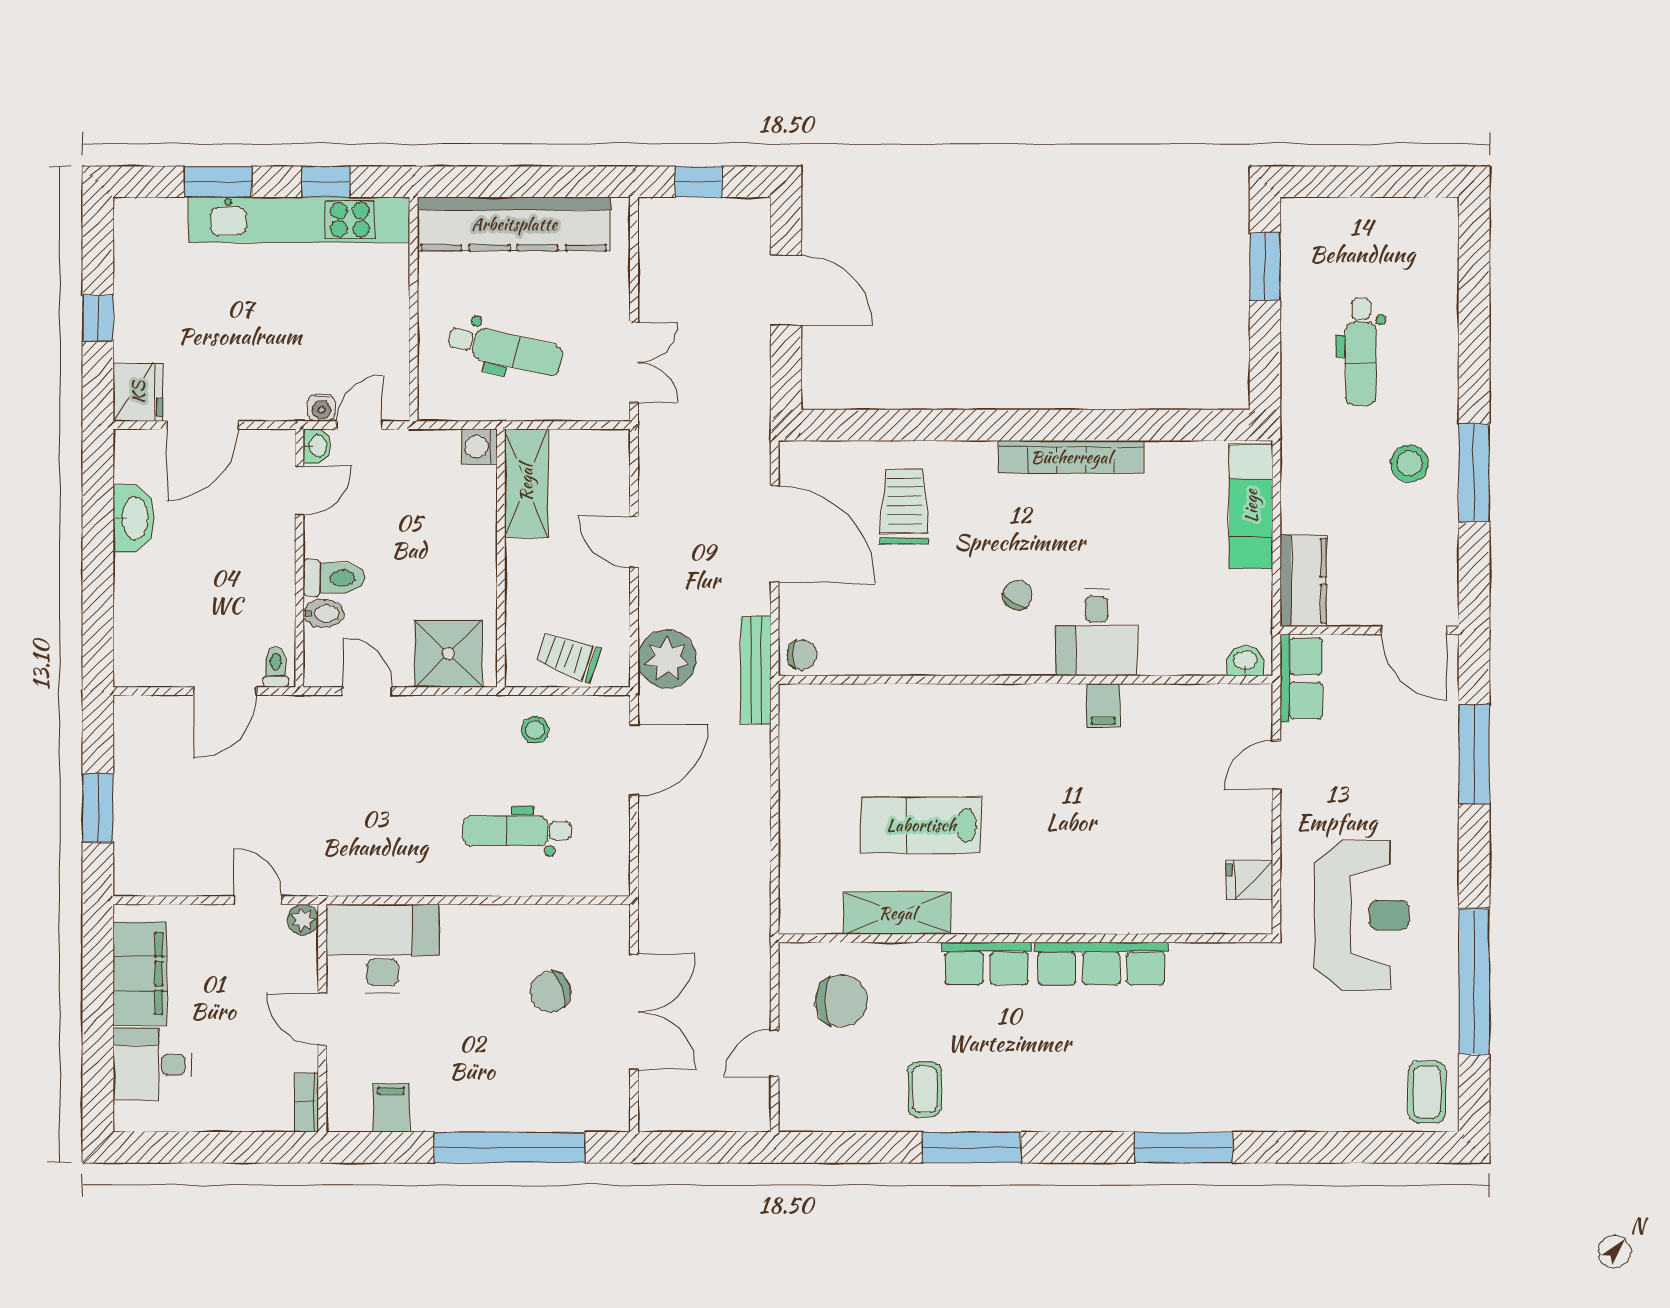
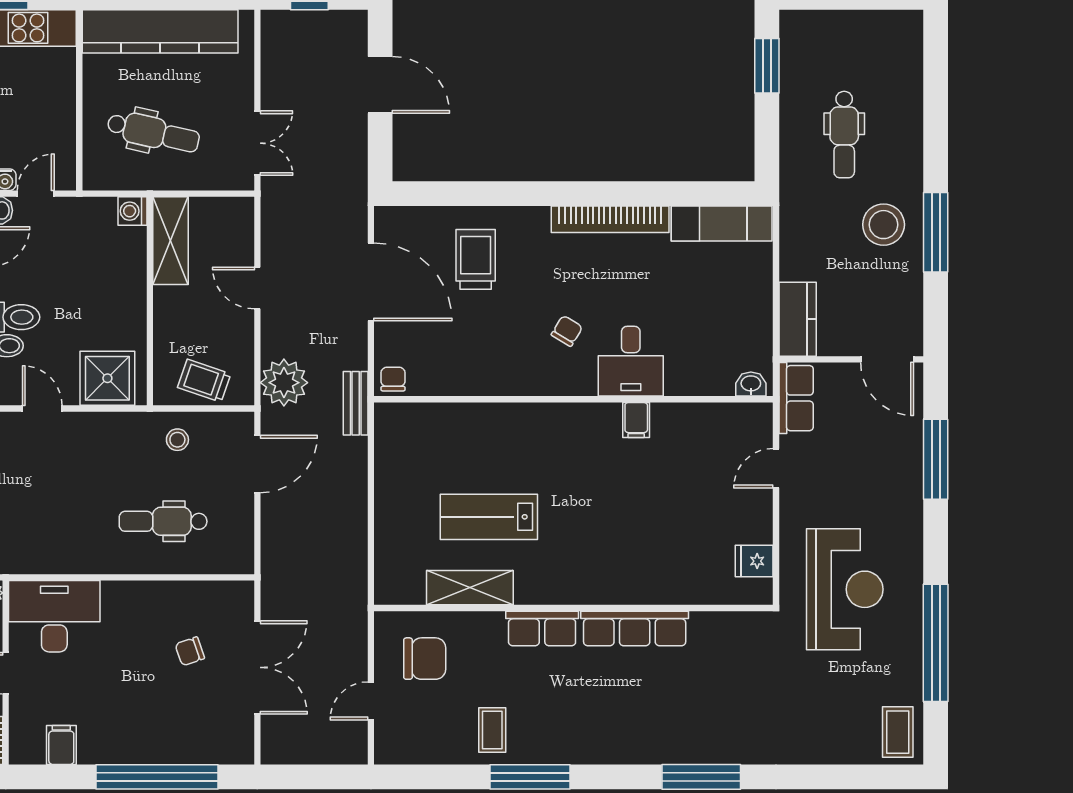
stool: (1410, 463) -> (884, 225), width x1.38, depth x1.38
exam couch: (1251, 506) -> (722, 224), moved, turned -90
chair: (802, 655) -> (393, 379), turned -90
bench: (756, 670) -> (356, 403), width x0.73
chair: (550, 992) -> (190, 651), width x0.73, depth x0.73

